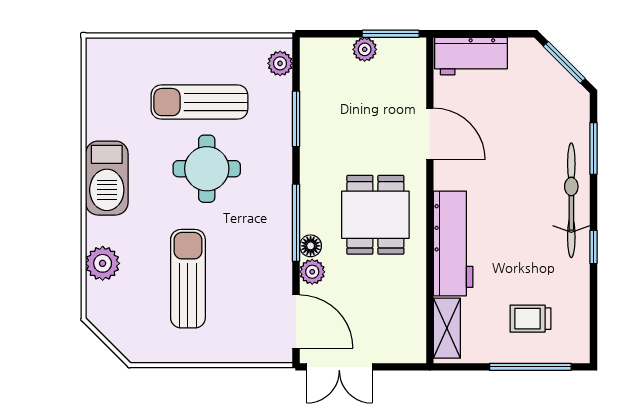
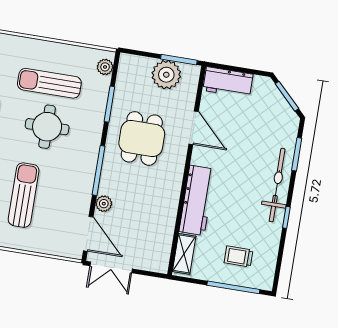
plant: (365, 49) -> (166, 75), width x1.87, depth x1.87
dining table: (375, 215) -> (142, 138), moved
floor lamp: (311, 246) -> (105, 187), removed

